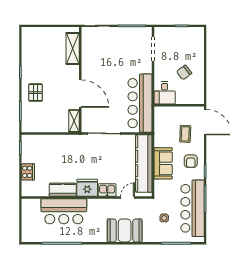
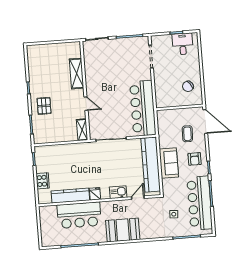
shelving: (73, 49) -> (77, 74), moved
chair: (184, 72) -> (188, 86), moved
desk: (165, 93) -> (183, 44), moved, turned 180
door: (80, 94) -> (86, 104), width x0.53
fridge: (87, 188) -> (95, 194), width x0.53, depth x0.75
kitchen counter: (63, 190) -> (70, 196), width x1.50
booth: (125, 230) -> (123, 230), moved

